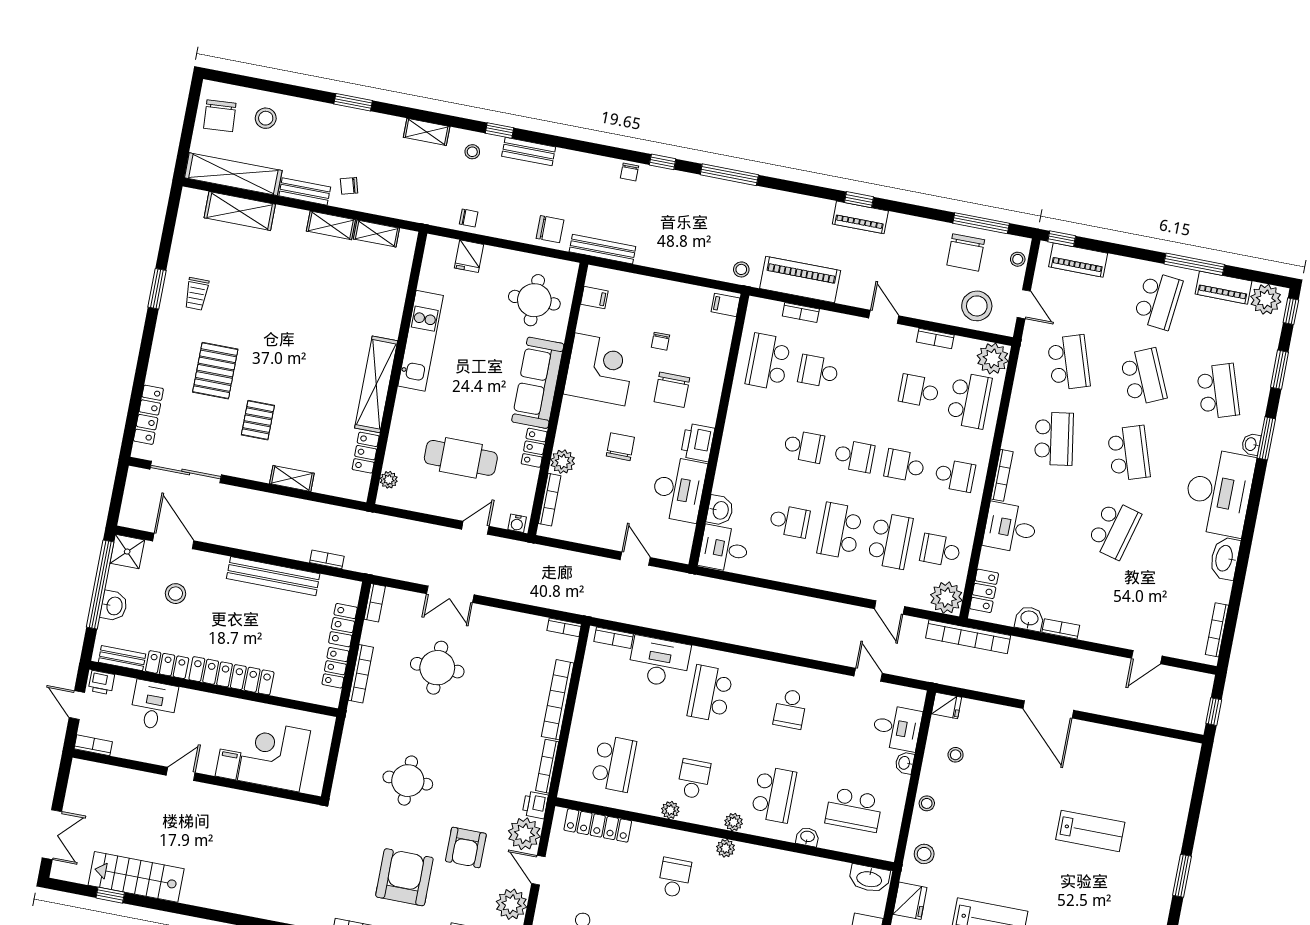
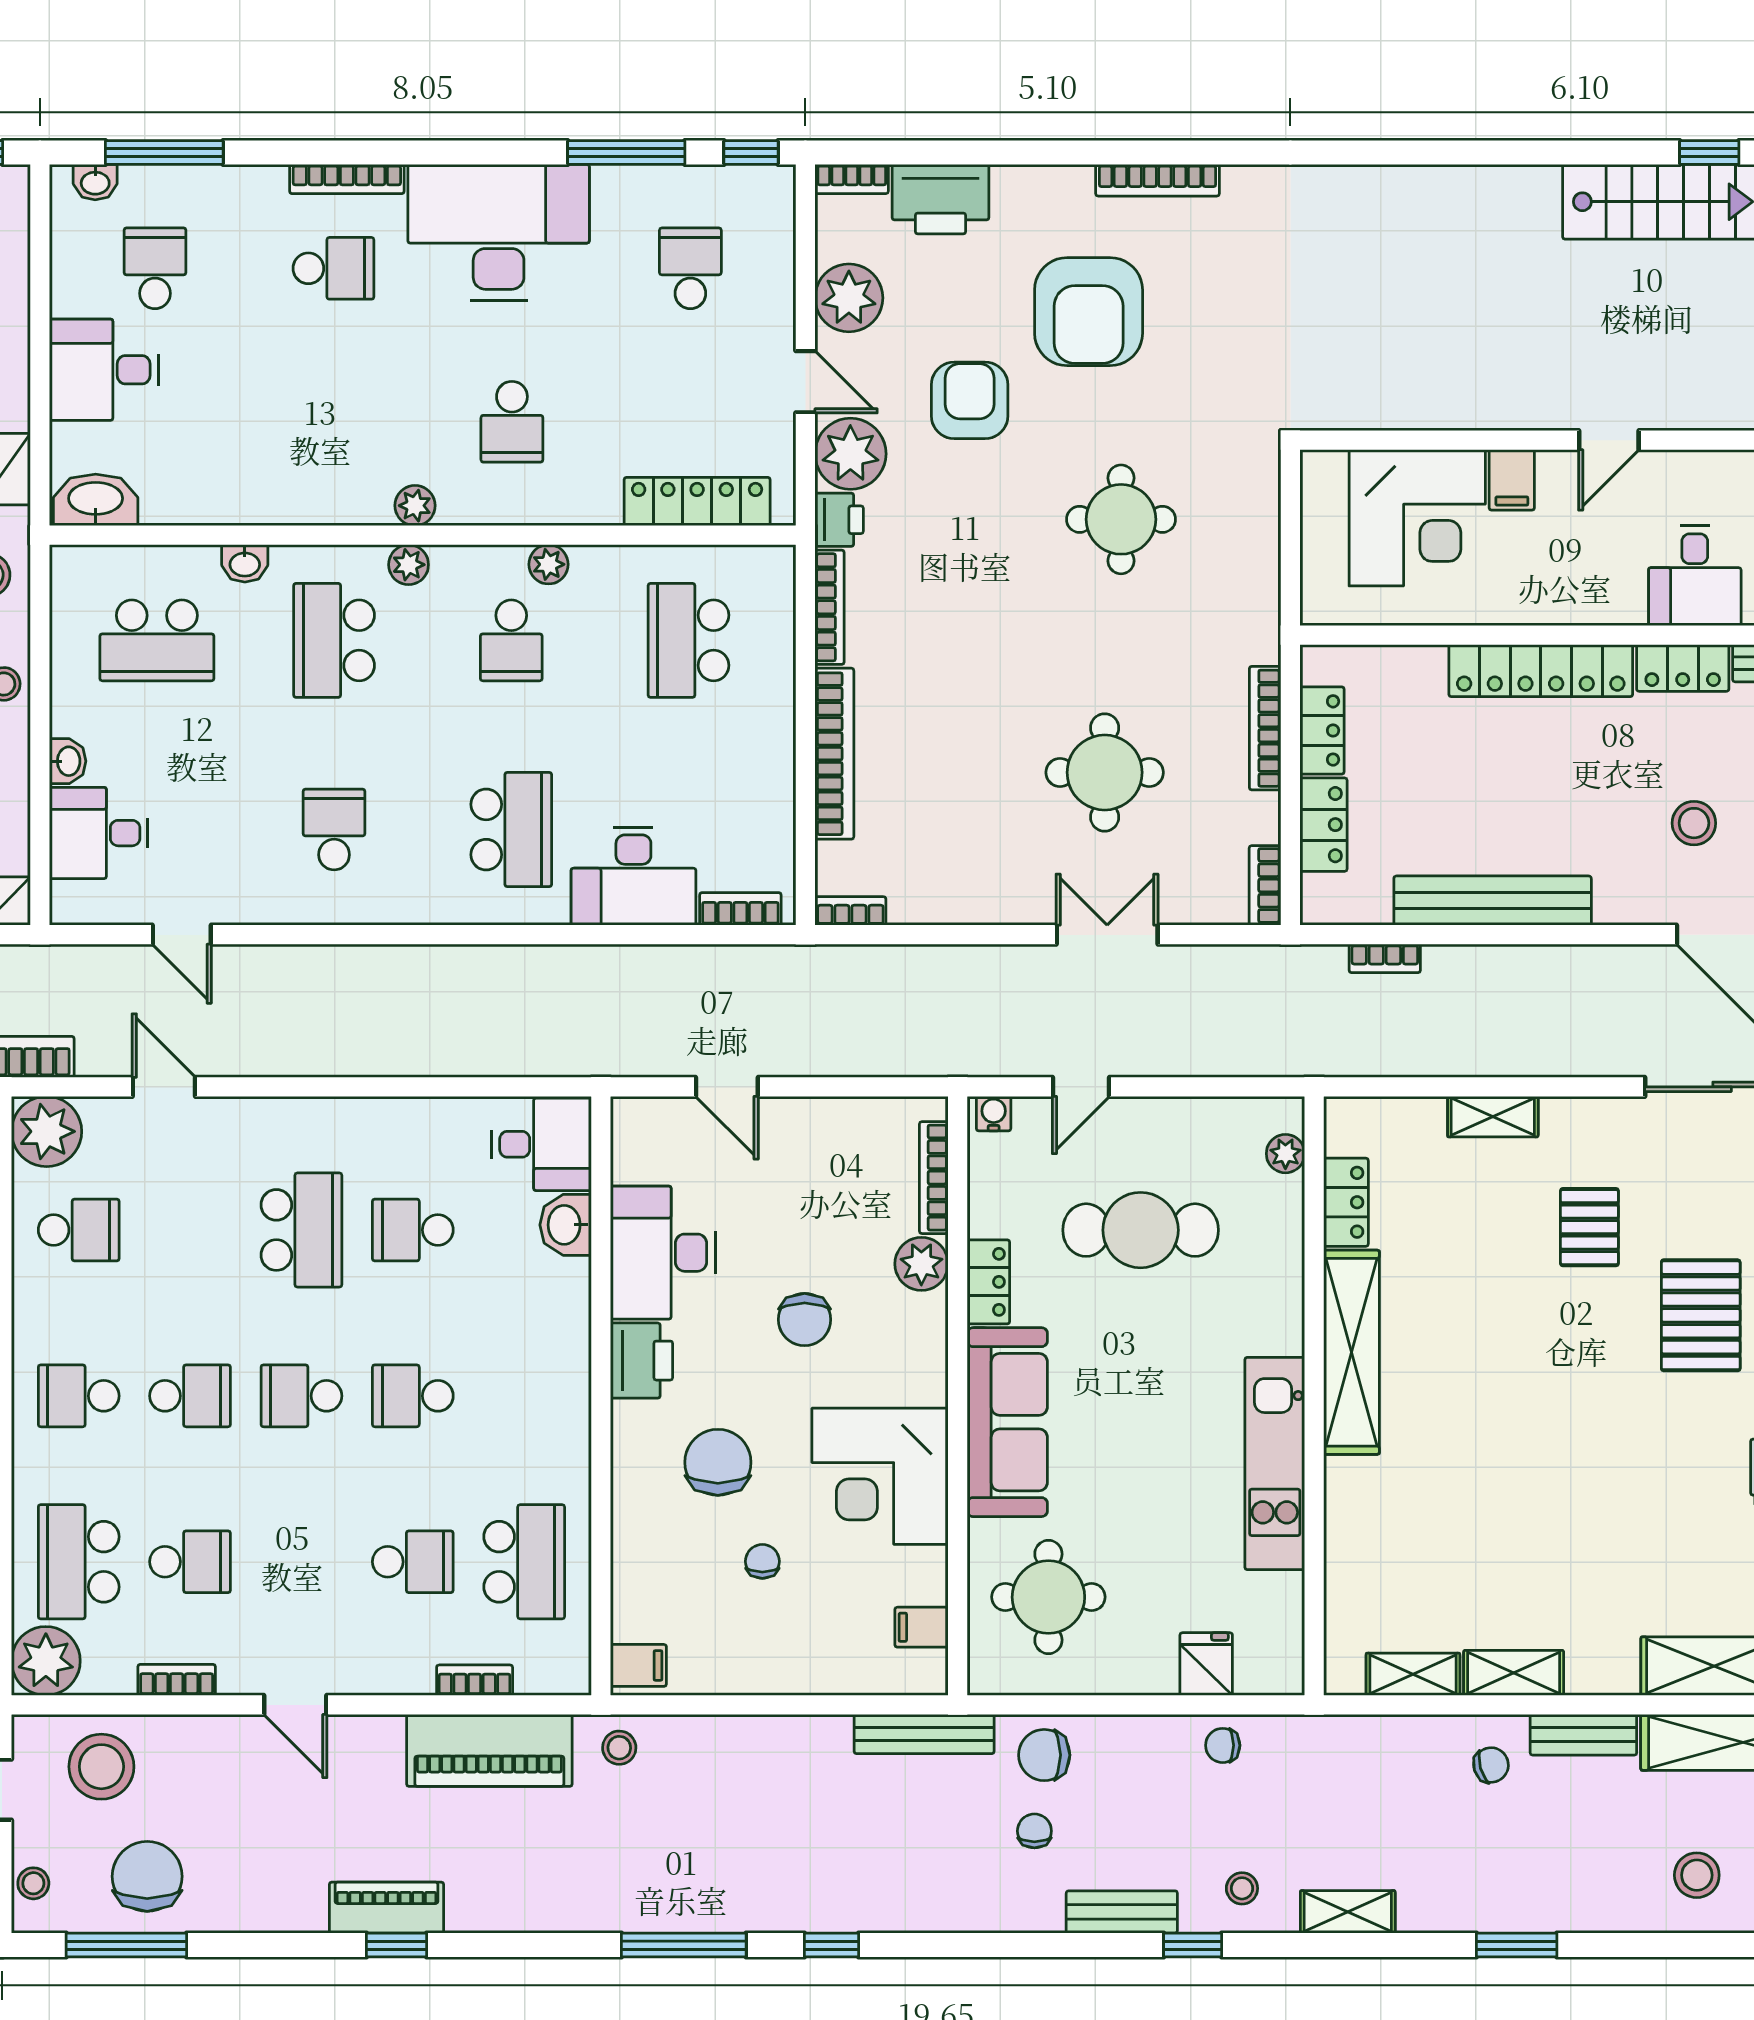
chair: (630, 172) -> (1034, 1831), moved
school desk: (890, 541) -> (190, 1230), removed
school desk: (854, 810) -> (157, 640), turned 180

